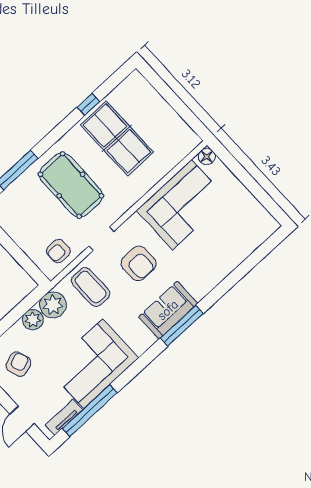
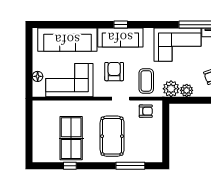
floor lamp: (207, 157) -> (38, 76), moved
sofa: (228, 250) -> (67, 40), added
sofa: (168, 310) -> (120, 38), width x1.36
window: (182, 326) -> (121, 25), width x0.46

